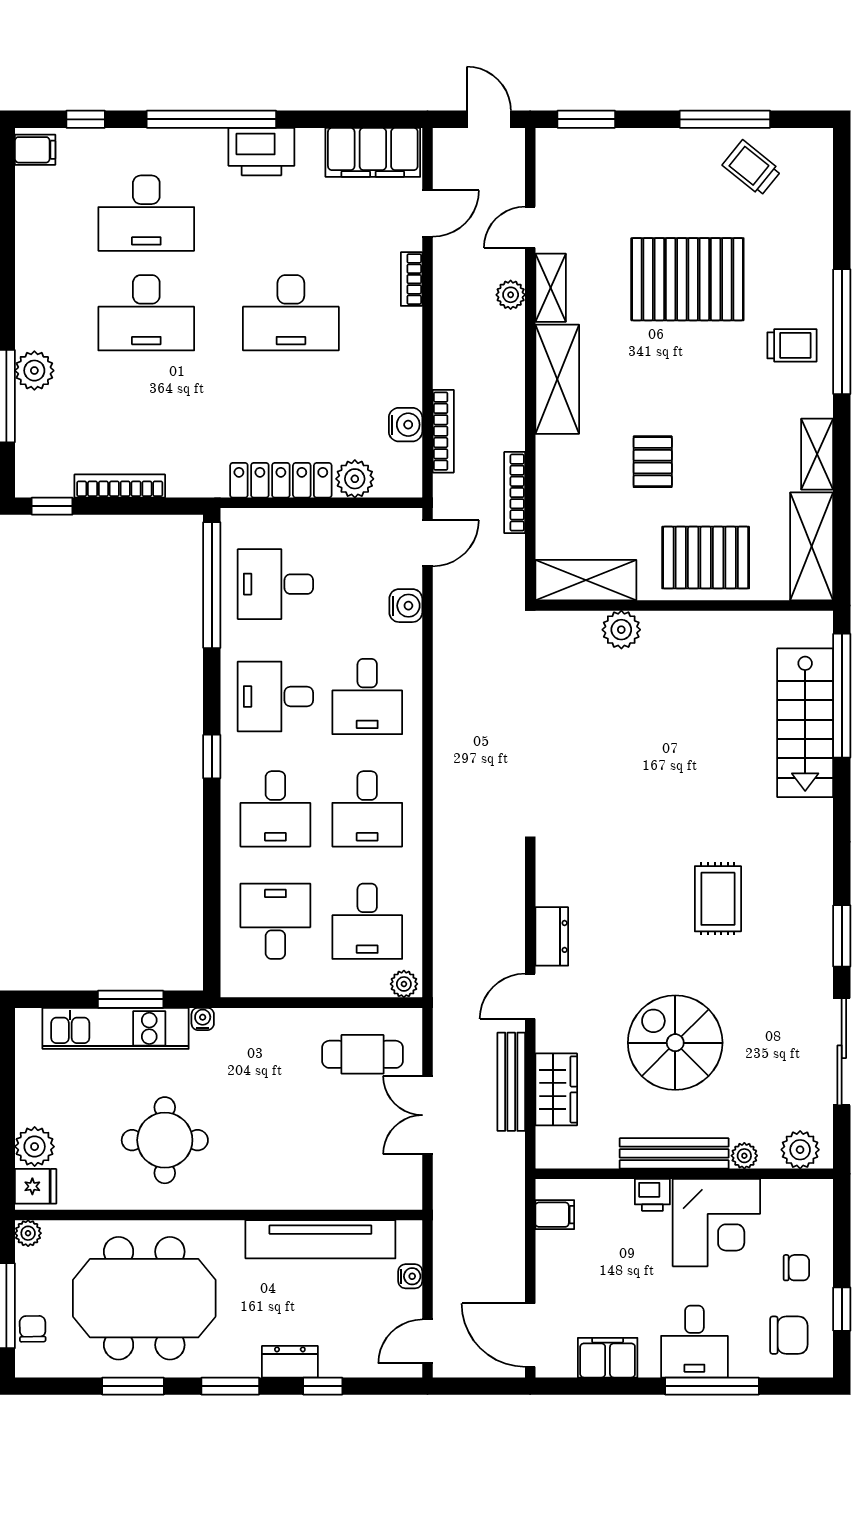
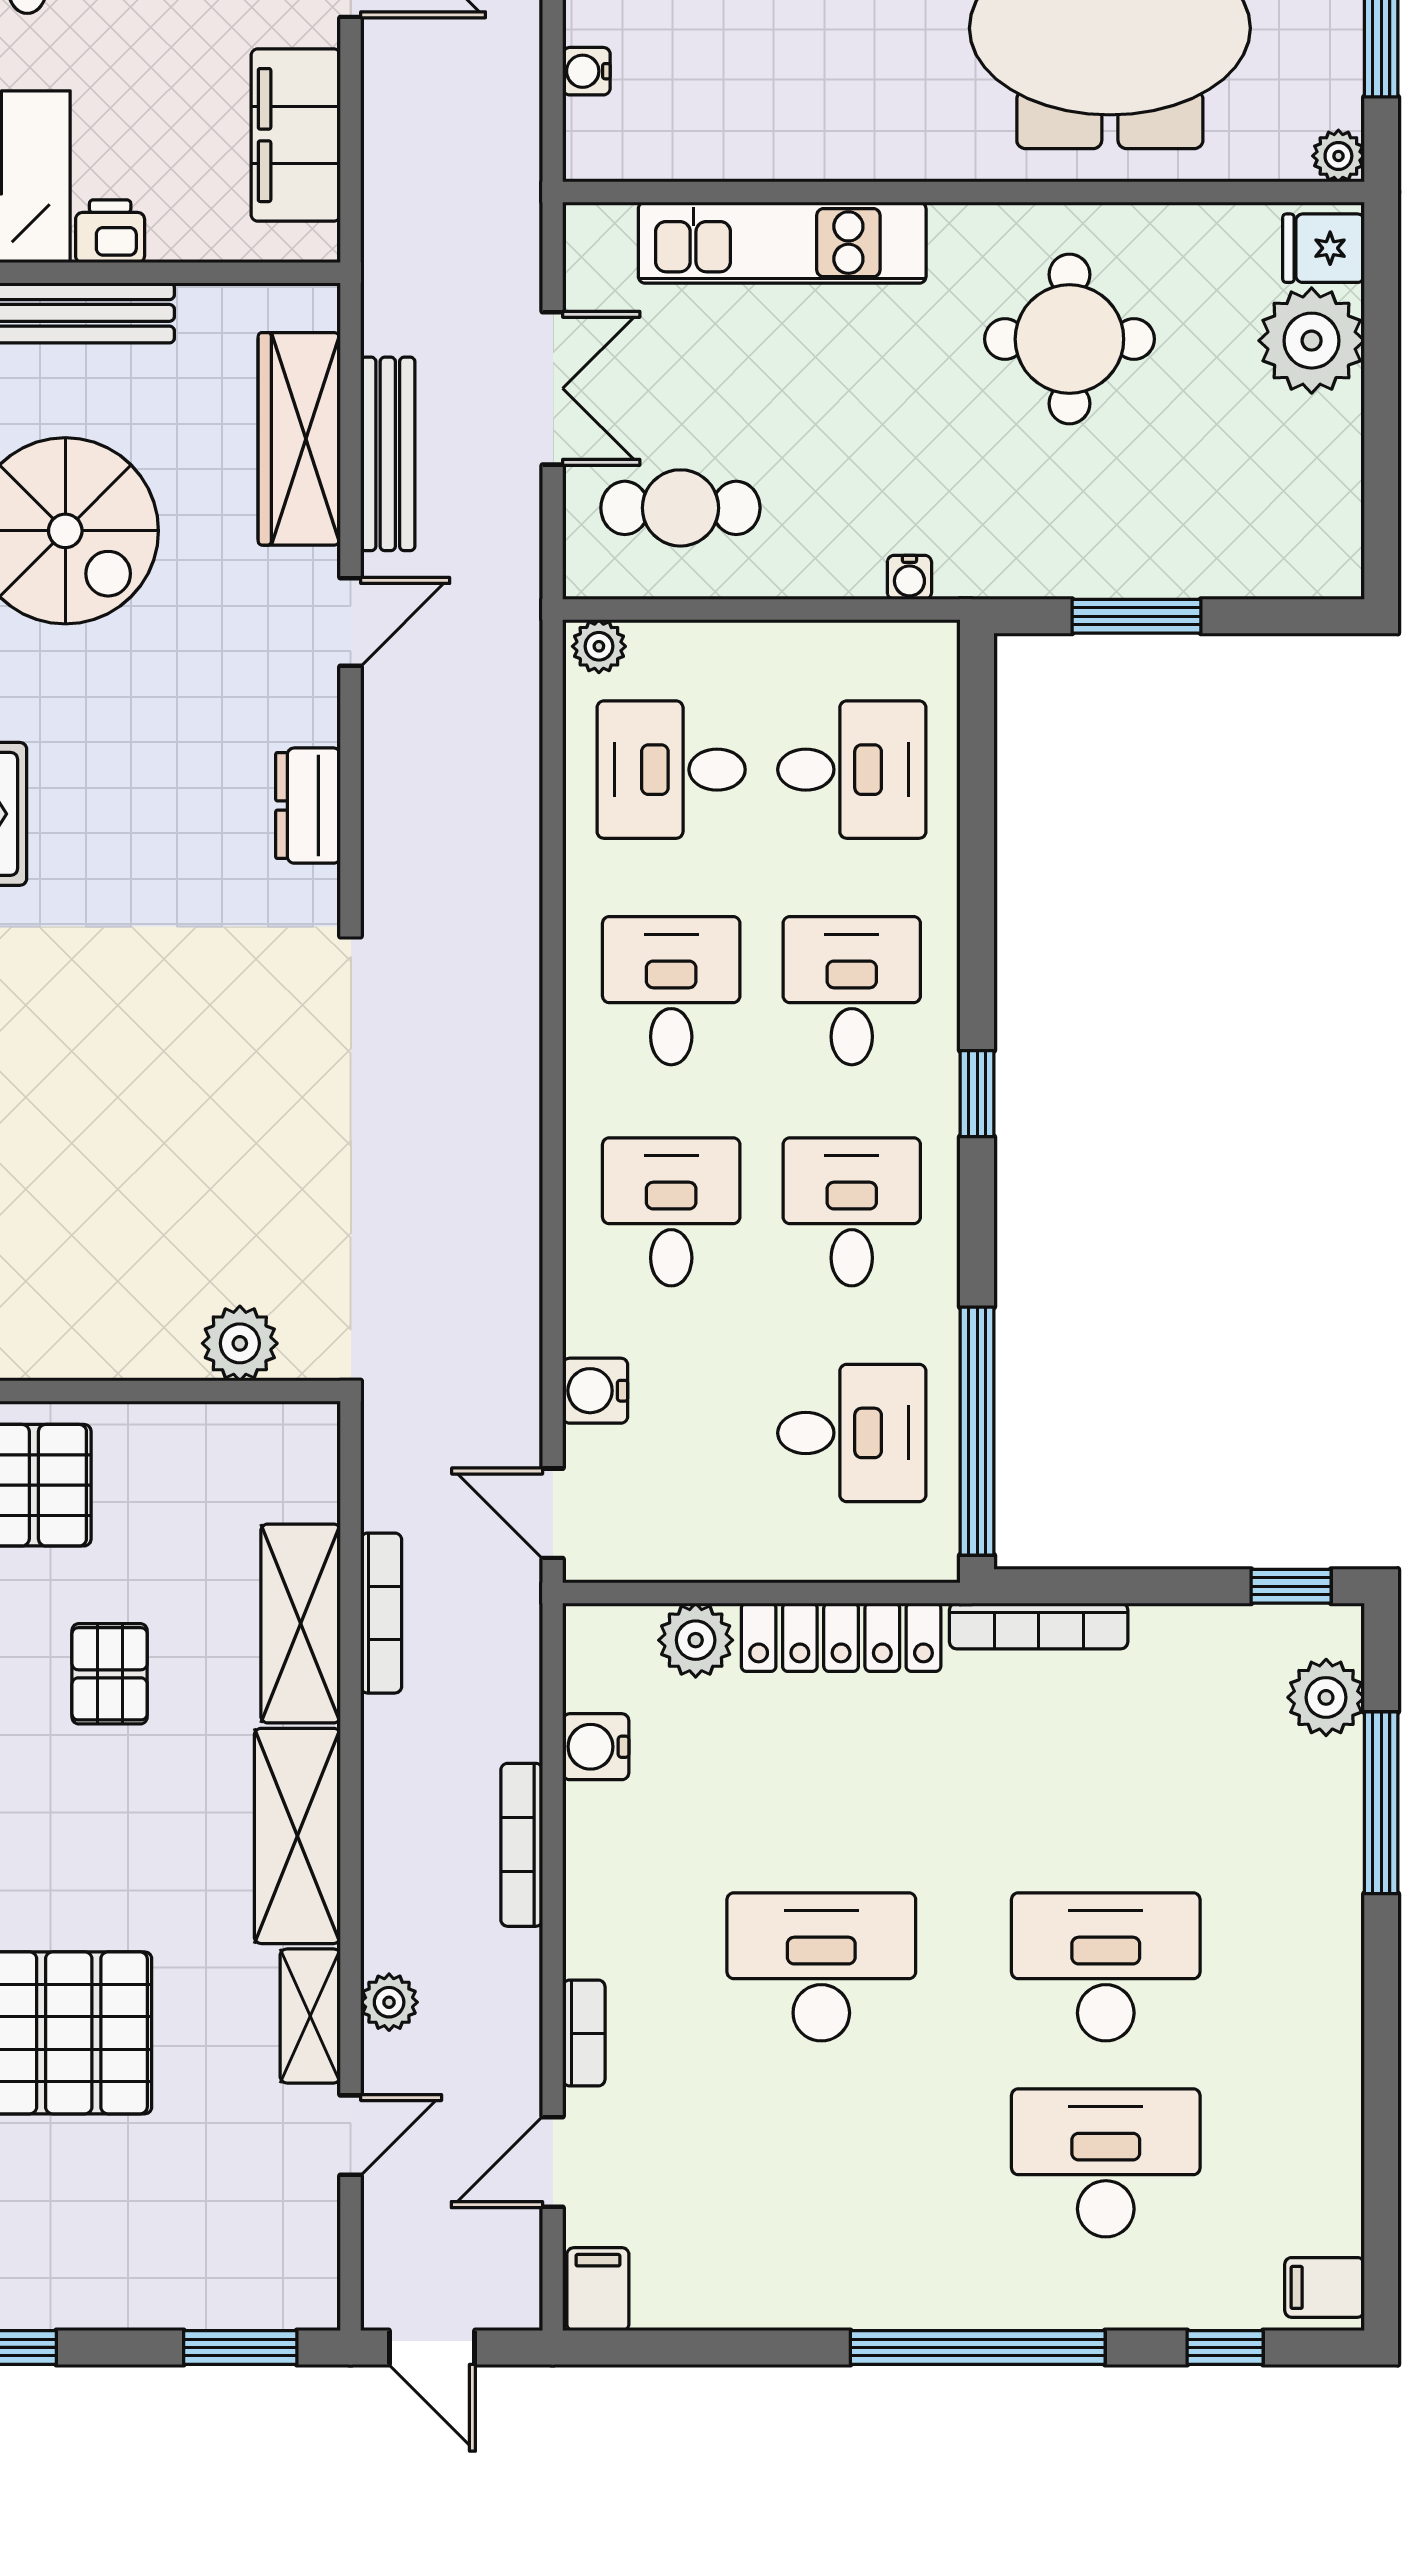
printer: (261, 152) -> (879, 2284), removed
filing cabinet: (373, 152) -> (598, 2289), width x0.33, depth x0.86
plant: (34, 371) -> (1326, 1697), moved
bookcase: (443, 431) -> (522, 1845), moved
bookcase: (120, 486) -> (1039, 1626), moved
door: (427, 543) -> (553, 1513), hinge flipped
shelving: (586, 580) -> (301, 1624), moved, turned 90
plant: (621, 630) -> (240, 1343), moved
desk: (275, 696) -> (852, 1212), turned -90
desk: (275, 921) -> (852, 770), turned -90
desk: (367, 921) -> (671, 770), turned -90
dresser: (552, 936) -> (308, 806), moved
water cooler: (203, 1019) -> (909, 577), moved
kitchen unit: (116, 1028) -> (782, 243), moved, turned 180
wardrobe: (556, 1089) -> (299, 439), width x1.50
plant: (35, 1147) -> (1312, 341), width x1.36, depth x1.36
filing cabinet: (555, 1215) -> (296, 135), width x3.00, depth x1.17
tv unit: (320, 1239) -> (763, 144), removed

